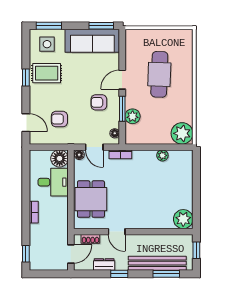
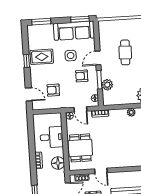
side table: (47, 44) -> (71, 56), moved
cafe table: (159, 74) -> (125, 52), width x0.73, depth x0.74
floor lamp: (60, 158) -> (58, 163), moved

